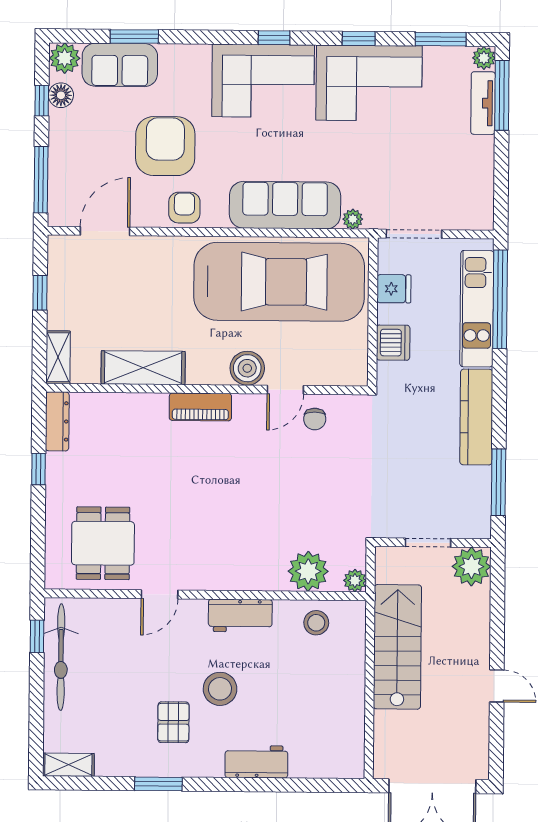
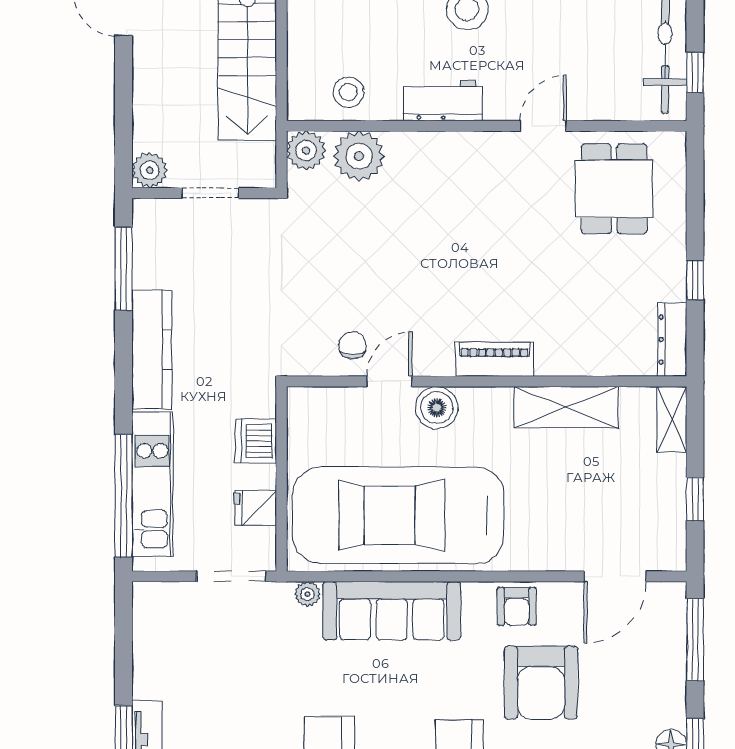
plant: (471, 567) -> (150, 170), width x0.73, depth x0.73
plant: (355, 581) -> (306, 150), width x1.38, depth x1.38

